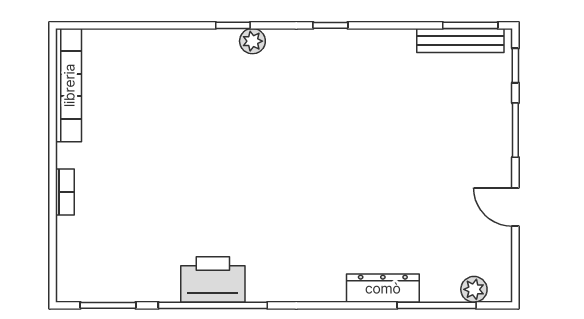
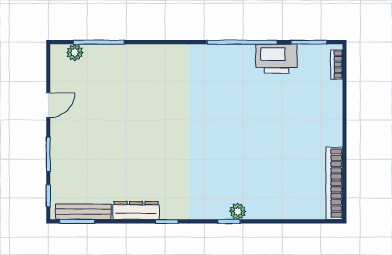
plant: (252, 41) -> (238, 211), moved
bookcase: (65, 192) -> (337, 64), moved
door: (515, 207) -> (48, 105), hinge flipped
printer: (213, 279) -> (276, 59), moved
dresser: (383, 288) -> (136, 210), moved, turned 180

